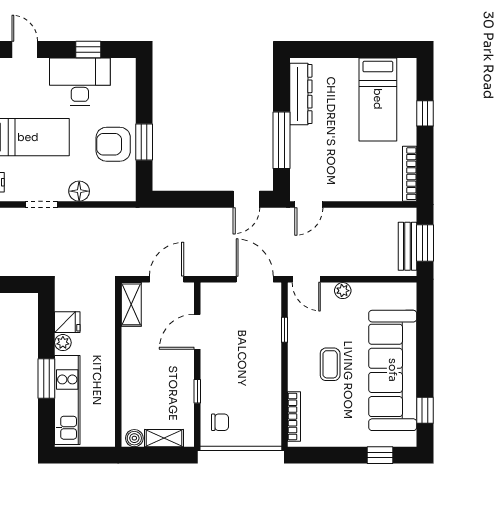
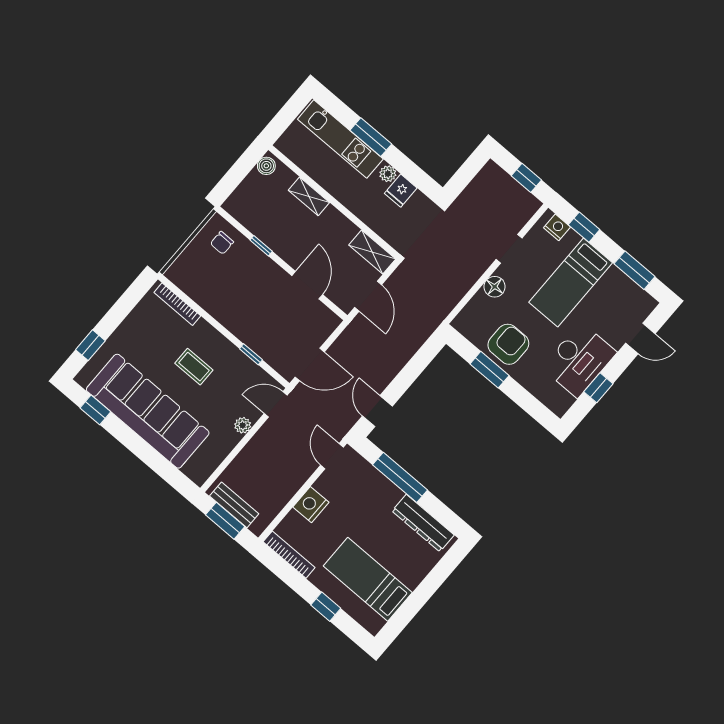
nightstand: (359, 189) -> (311, 505), added
shelving: (164, 438) -> (309, 196), moved, turned 90

